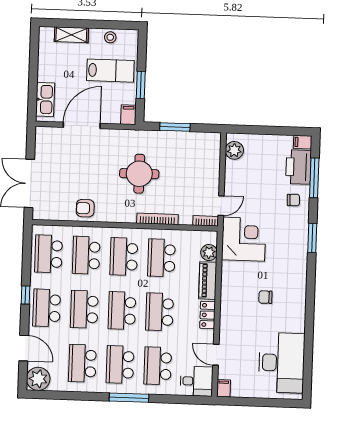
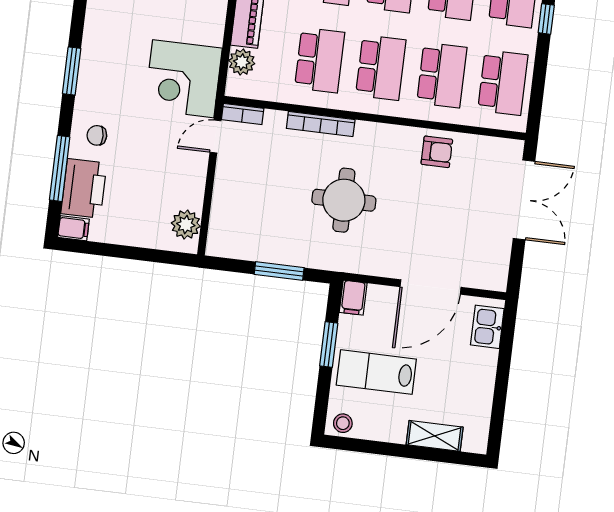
stool: (110, 37) -> (343, 423), moved
kitchen sink: (45, 99) -> (487, 327), width x0.73

